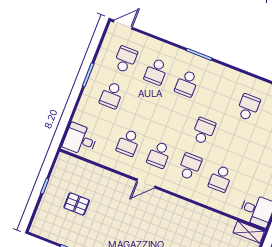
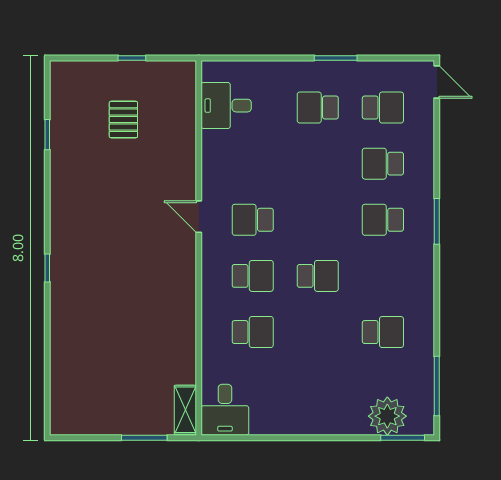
desk: (80, 140) -> (226, 106), moved, turned -90
school desk: (128, 143) -> (253, 164), removed
school desk: (220, 179) -> (253, 332), turned 180

